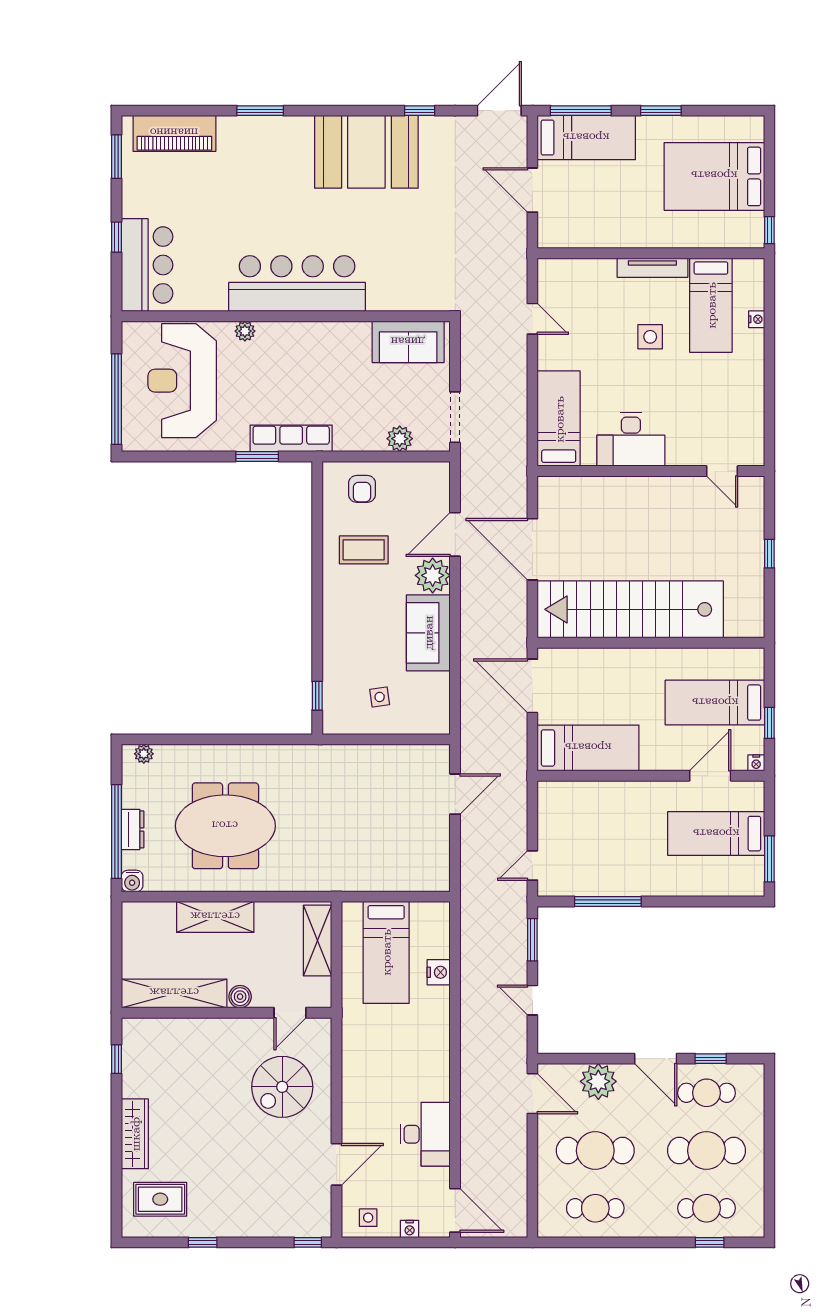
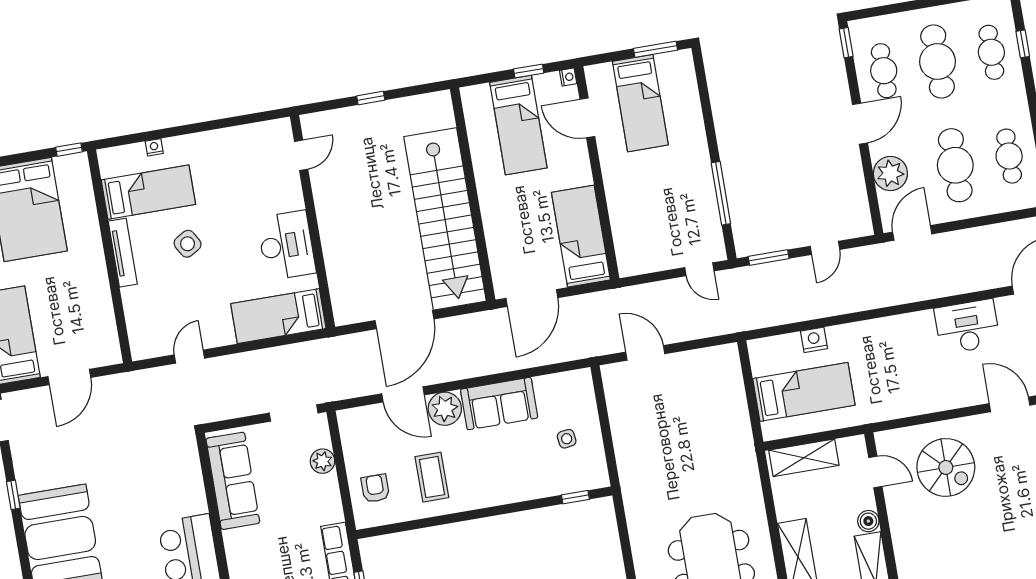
side table: (650, 337) -> (188, 244), turned -30
sofa: (408, 342) -> (233, 481), width x1.36
armchair: (362, 489) -> (375, 488), turned -90
window: (711, 1059) -> (846, 43), moved

